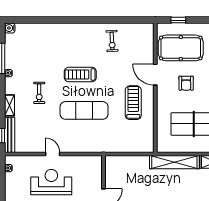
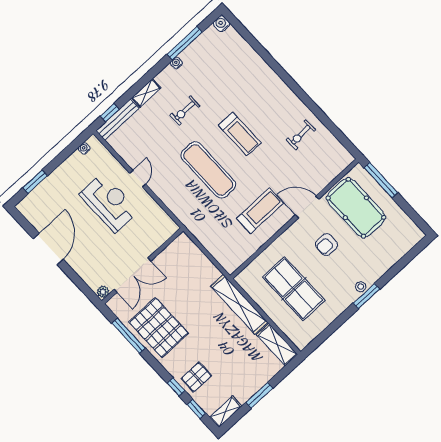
window: (178, 20) -> (381, 180), width x2.17
treadmill: (80, 74) -> (240, 134), turned 180
door: (155, 75) -> (307, 207), hinge flipped

